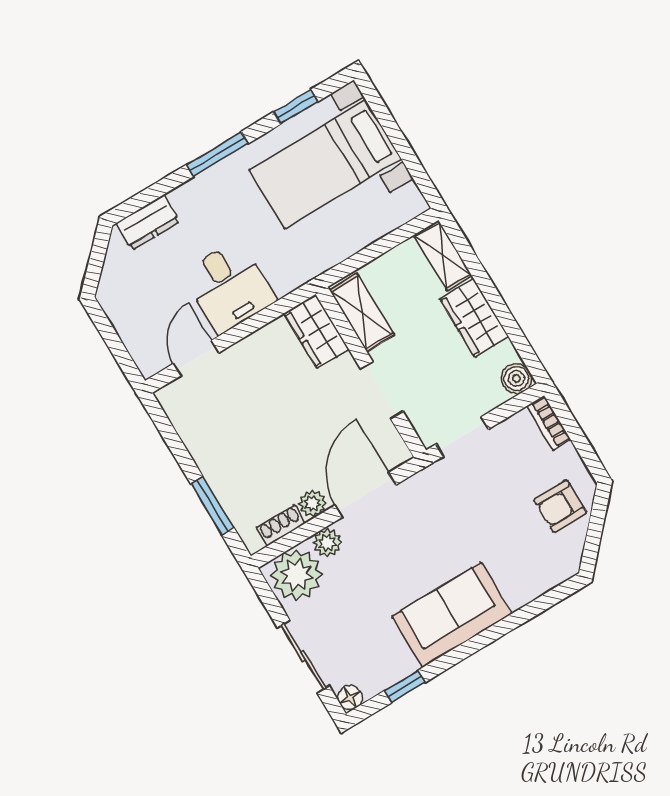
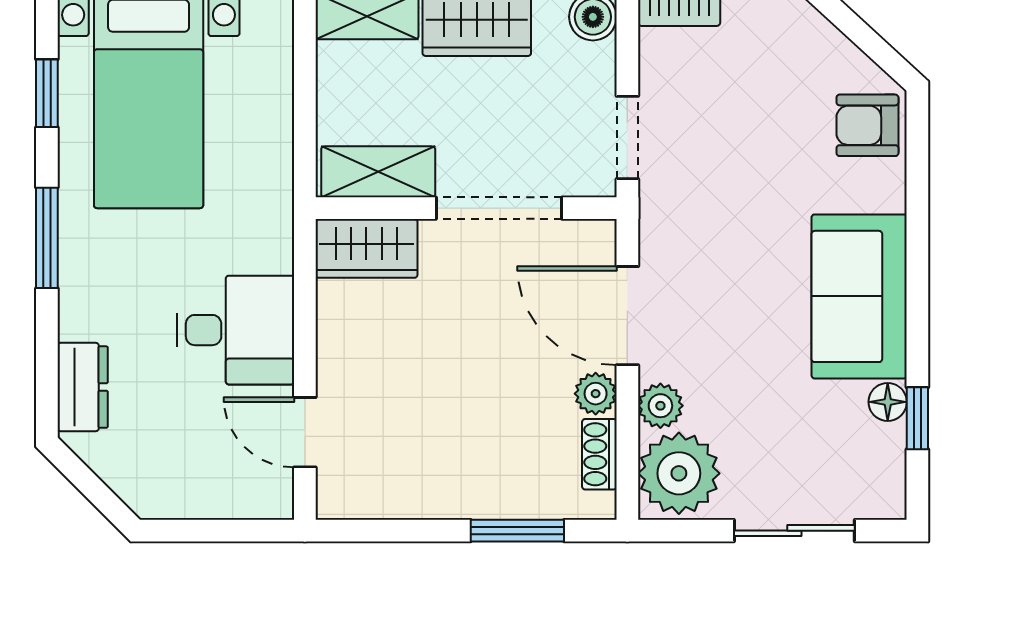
doorway: (382, 390) -> (499, 208), width x1.38
armchair: (560, 506) -> (867, 125), moved, turned 90
floor lamp: (350, 697) -> (888, 402), moved

